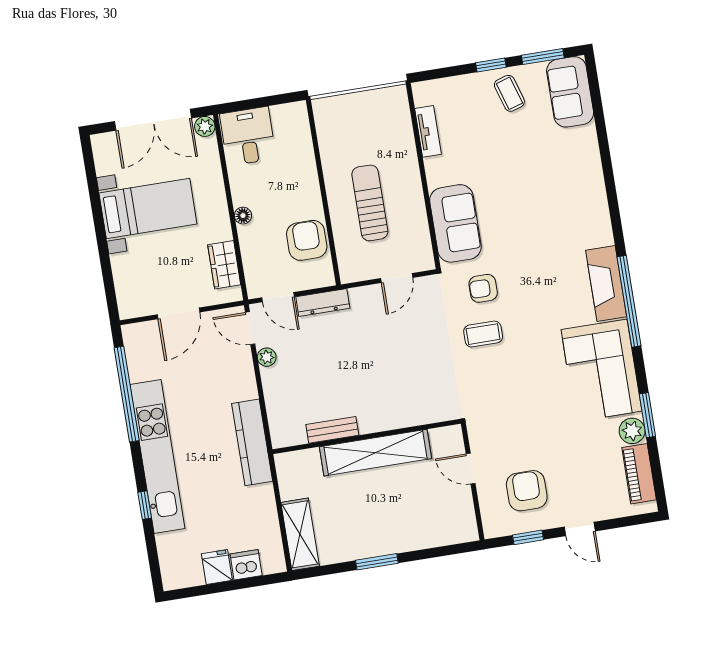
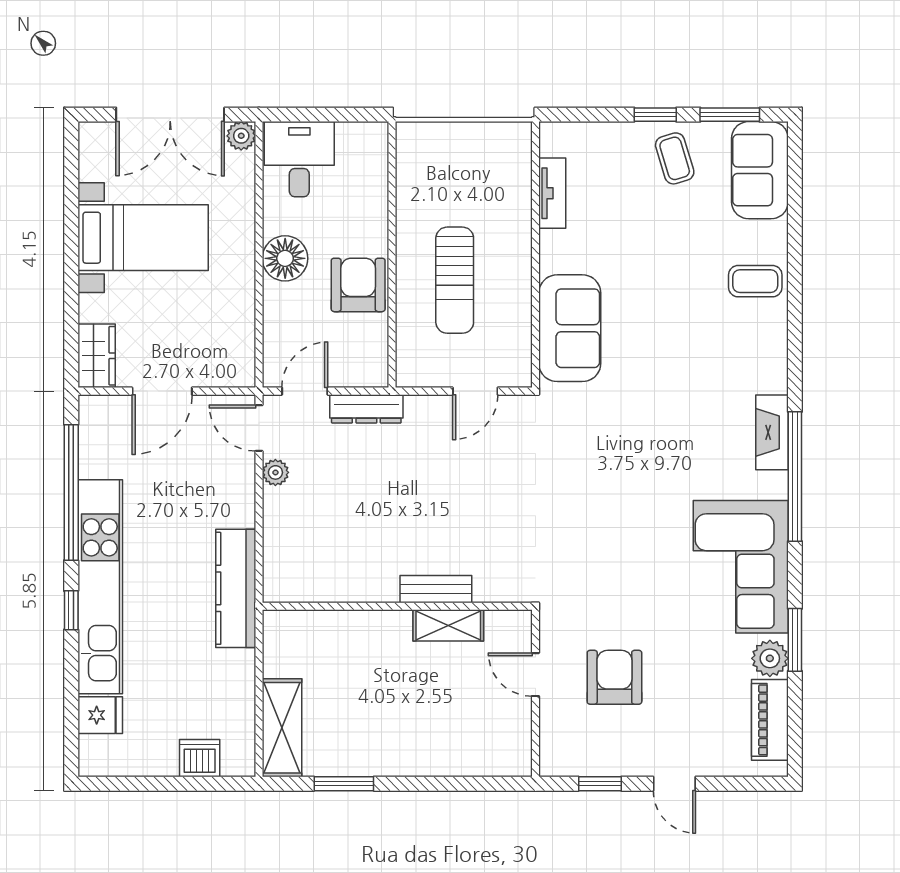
sun lounger: (370, 203) -> (455, 280), turned 180
floor lamp: (243, 216) -> (285, 258), width x1.89, depth x1.89
armchair: (307, 240) -> (358, 285), moved
wardrobe: (224, 265) -> (97, 356), moved, turned 180
fireplace: (606, 283) -> (772, 432), width x0.73, depth x0.76
armchair: (483, 288) -> (594, 425), removed
door: (278, 297) -> (305, 391), swing flipped
coffee table: (483, 334) -> (755, 281), moved
bench: (332, 430) -> (436, 589), moved
shelving: (376, 453) -> (448, 625), width x0.45, depth x0.75
armchair: (527, 491) -> (614, 677), moved
window: (145, 505) -> (71, 610), moved
window: (377, 562) -> (344, 784), moved
fridge: (217, 567) -> (100, 715), moved, turned 90

